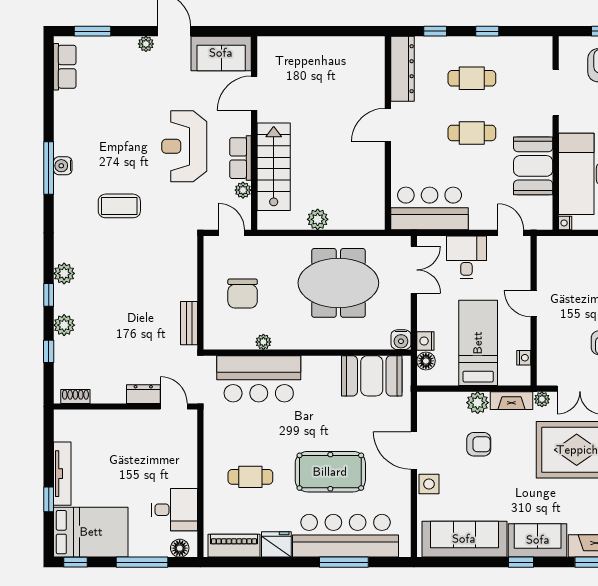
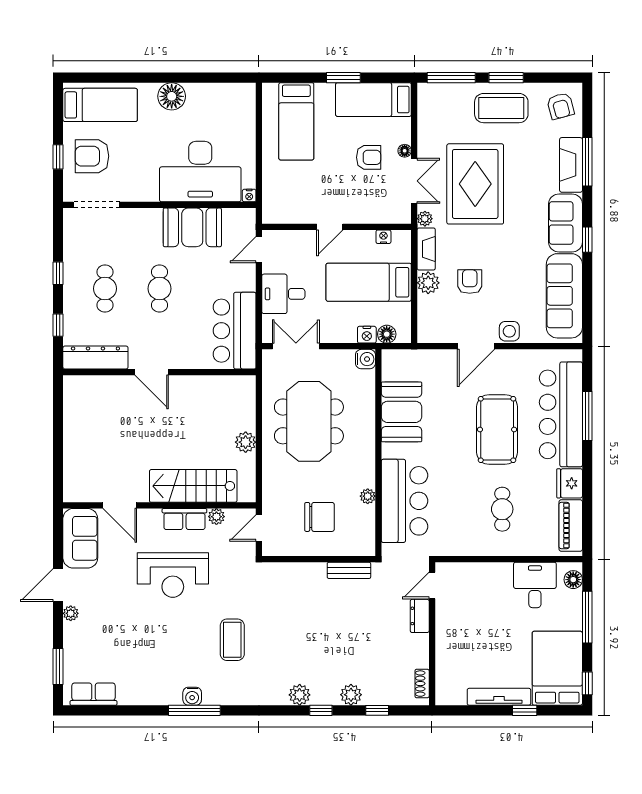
doorway: (556, 93) -> (96, 205), moved
booth: (372, 376) -> (401, 412), moved

